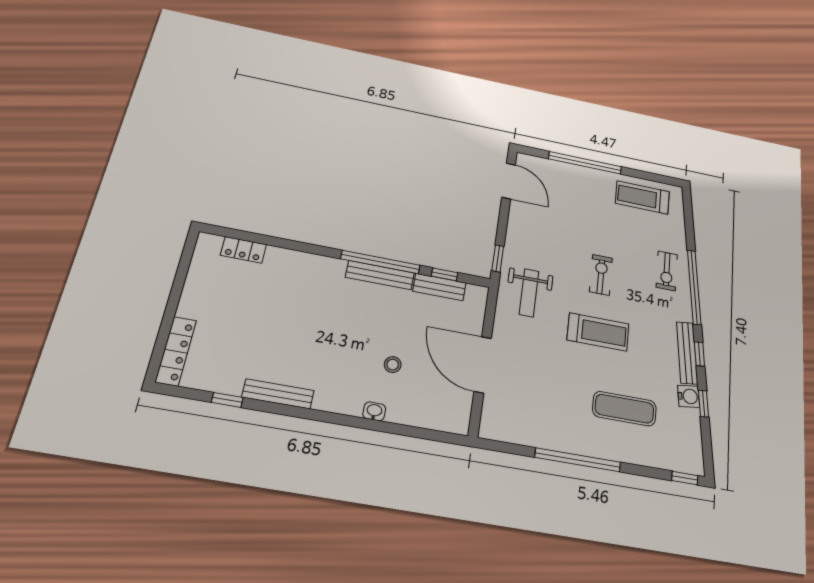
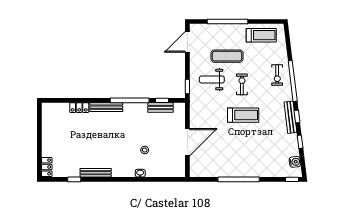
door: (509, 181) -> (187, 42), swing flipped
treadmill: (642, 197) -> (261, 35), turned 180
locker: (243, 250) -> (79, 108), moved
bench: (380, 275) -> (106, 107), moved
weight bench: (529, 293) -> (212, 79), moved, turned 90
locker: (176, 351) -> (47, 167), width x0.66
door: (483, 365) -> (187, 142), swing flipped
water cooler: (689, 396) -> (295, 162), moved
exercise mat: (624, 409) -> (227, 56), moved

